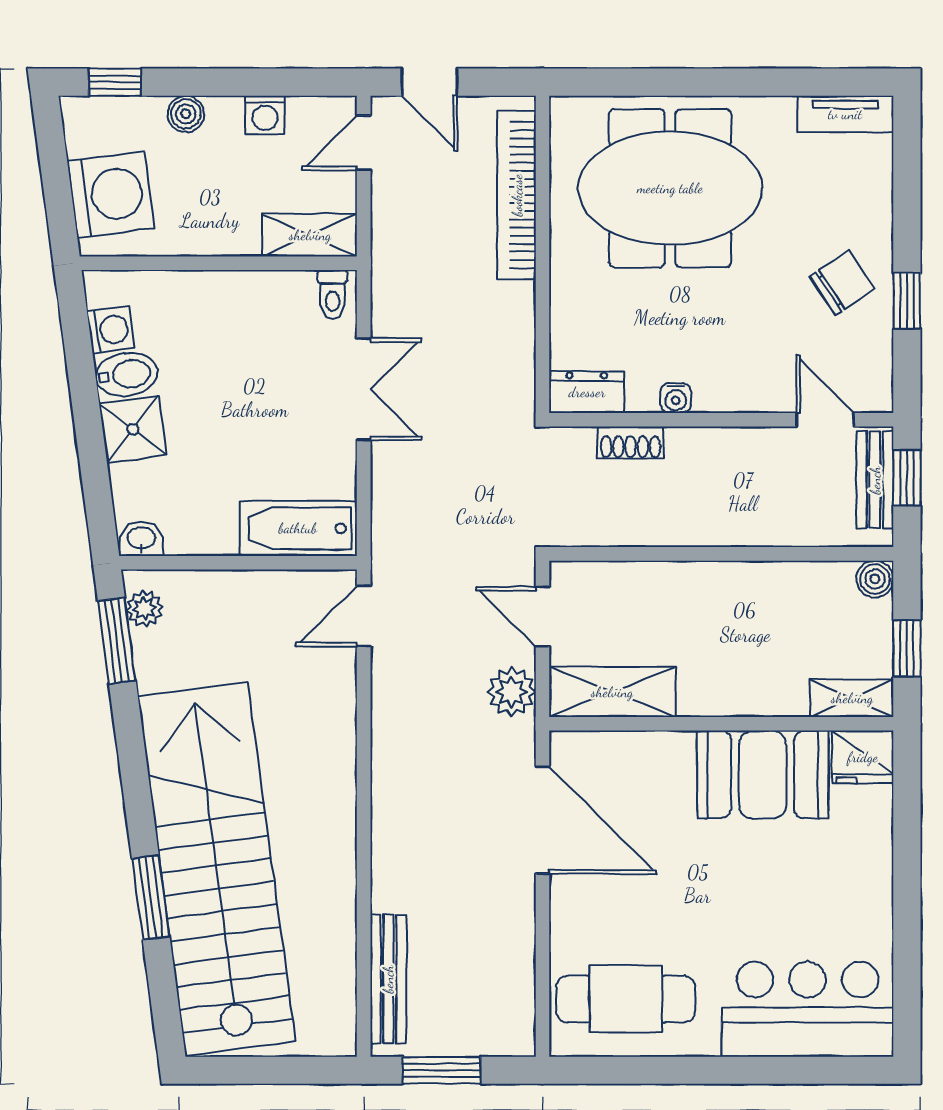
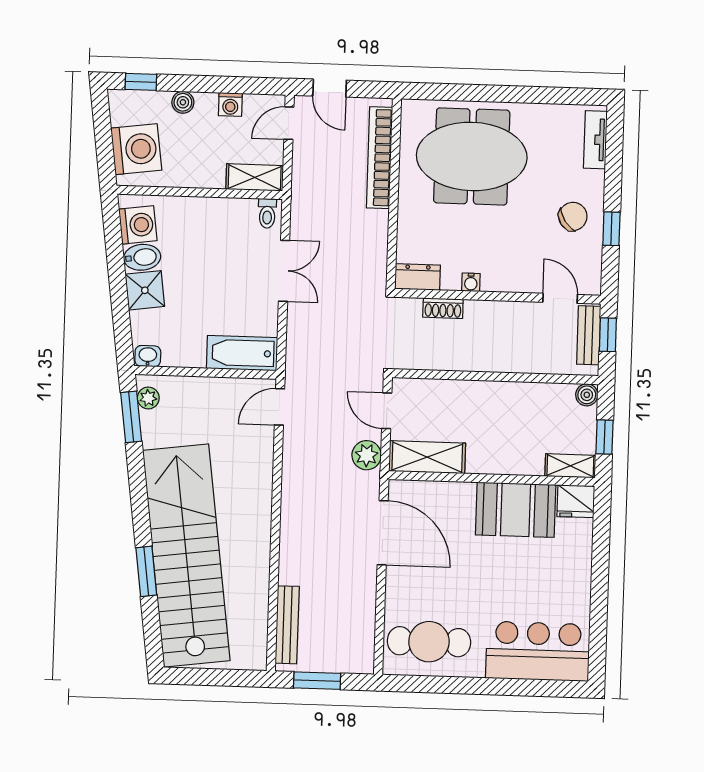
tv unit: (845, 114) -> (595, 140), moved, turned 90
washing machine: (111, 330) -> (138, 225), width x1.38, depth x1.38

